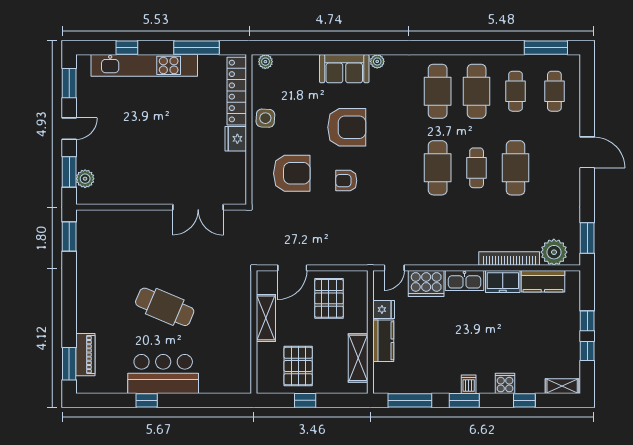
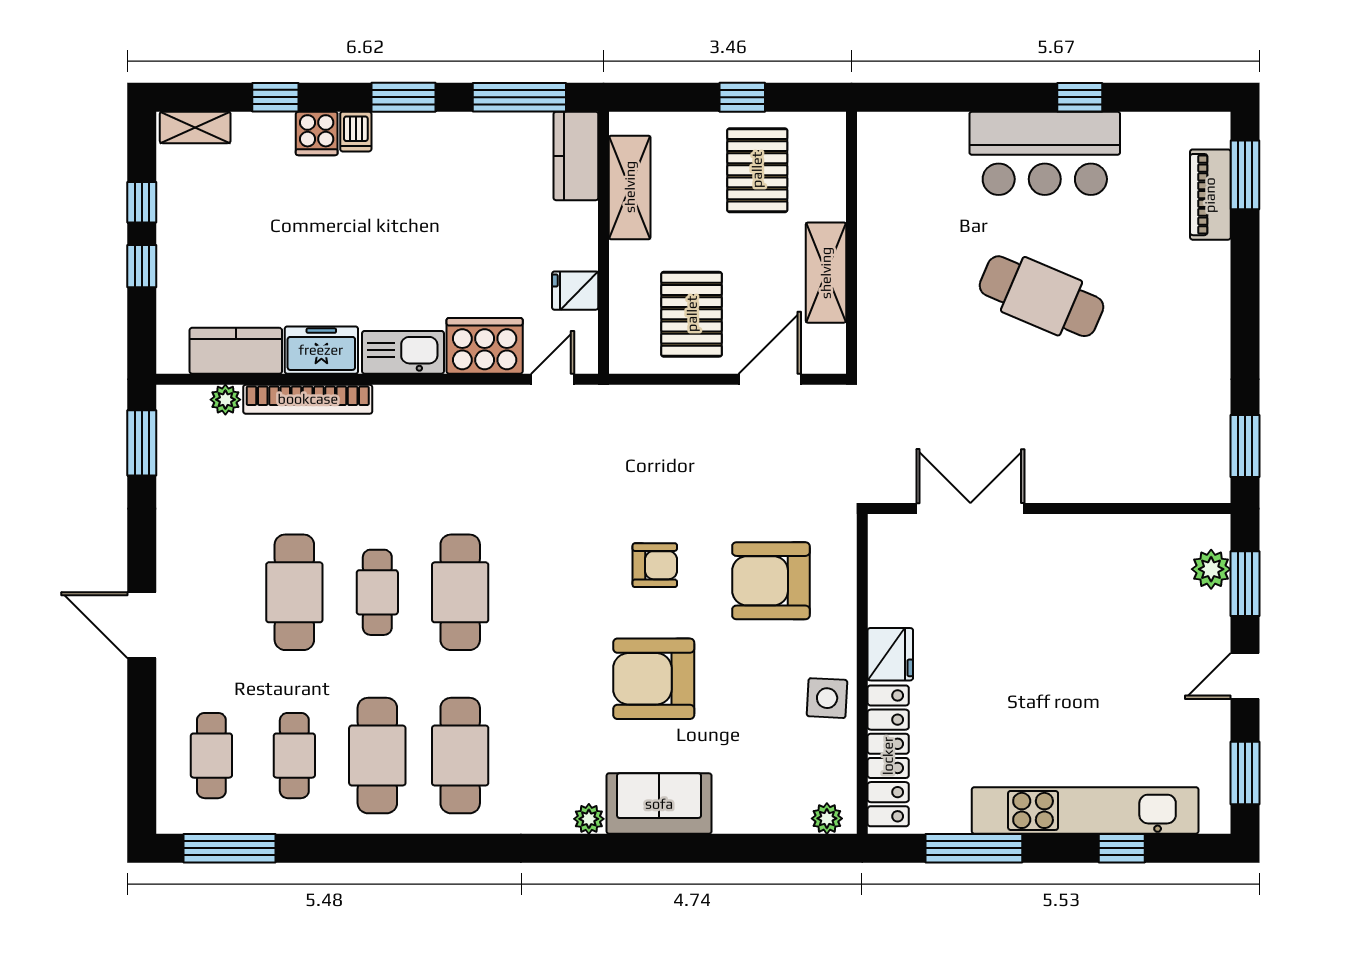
plant: (554, 252) -> (225, 400), width x0.53, depth x0.53
kitchen counter: (383, 341) -> (576, 156), moved
dishwasher: (469, 384) -> (356, 132), moved

